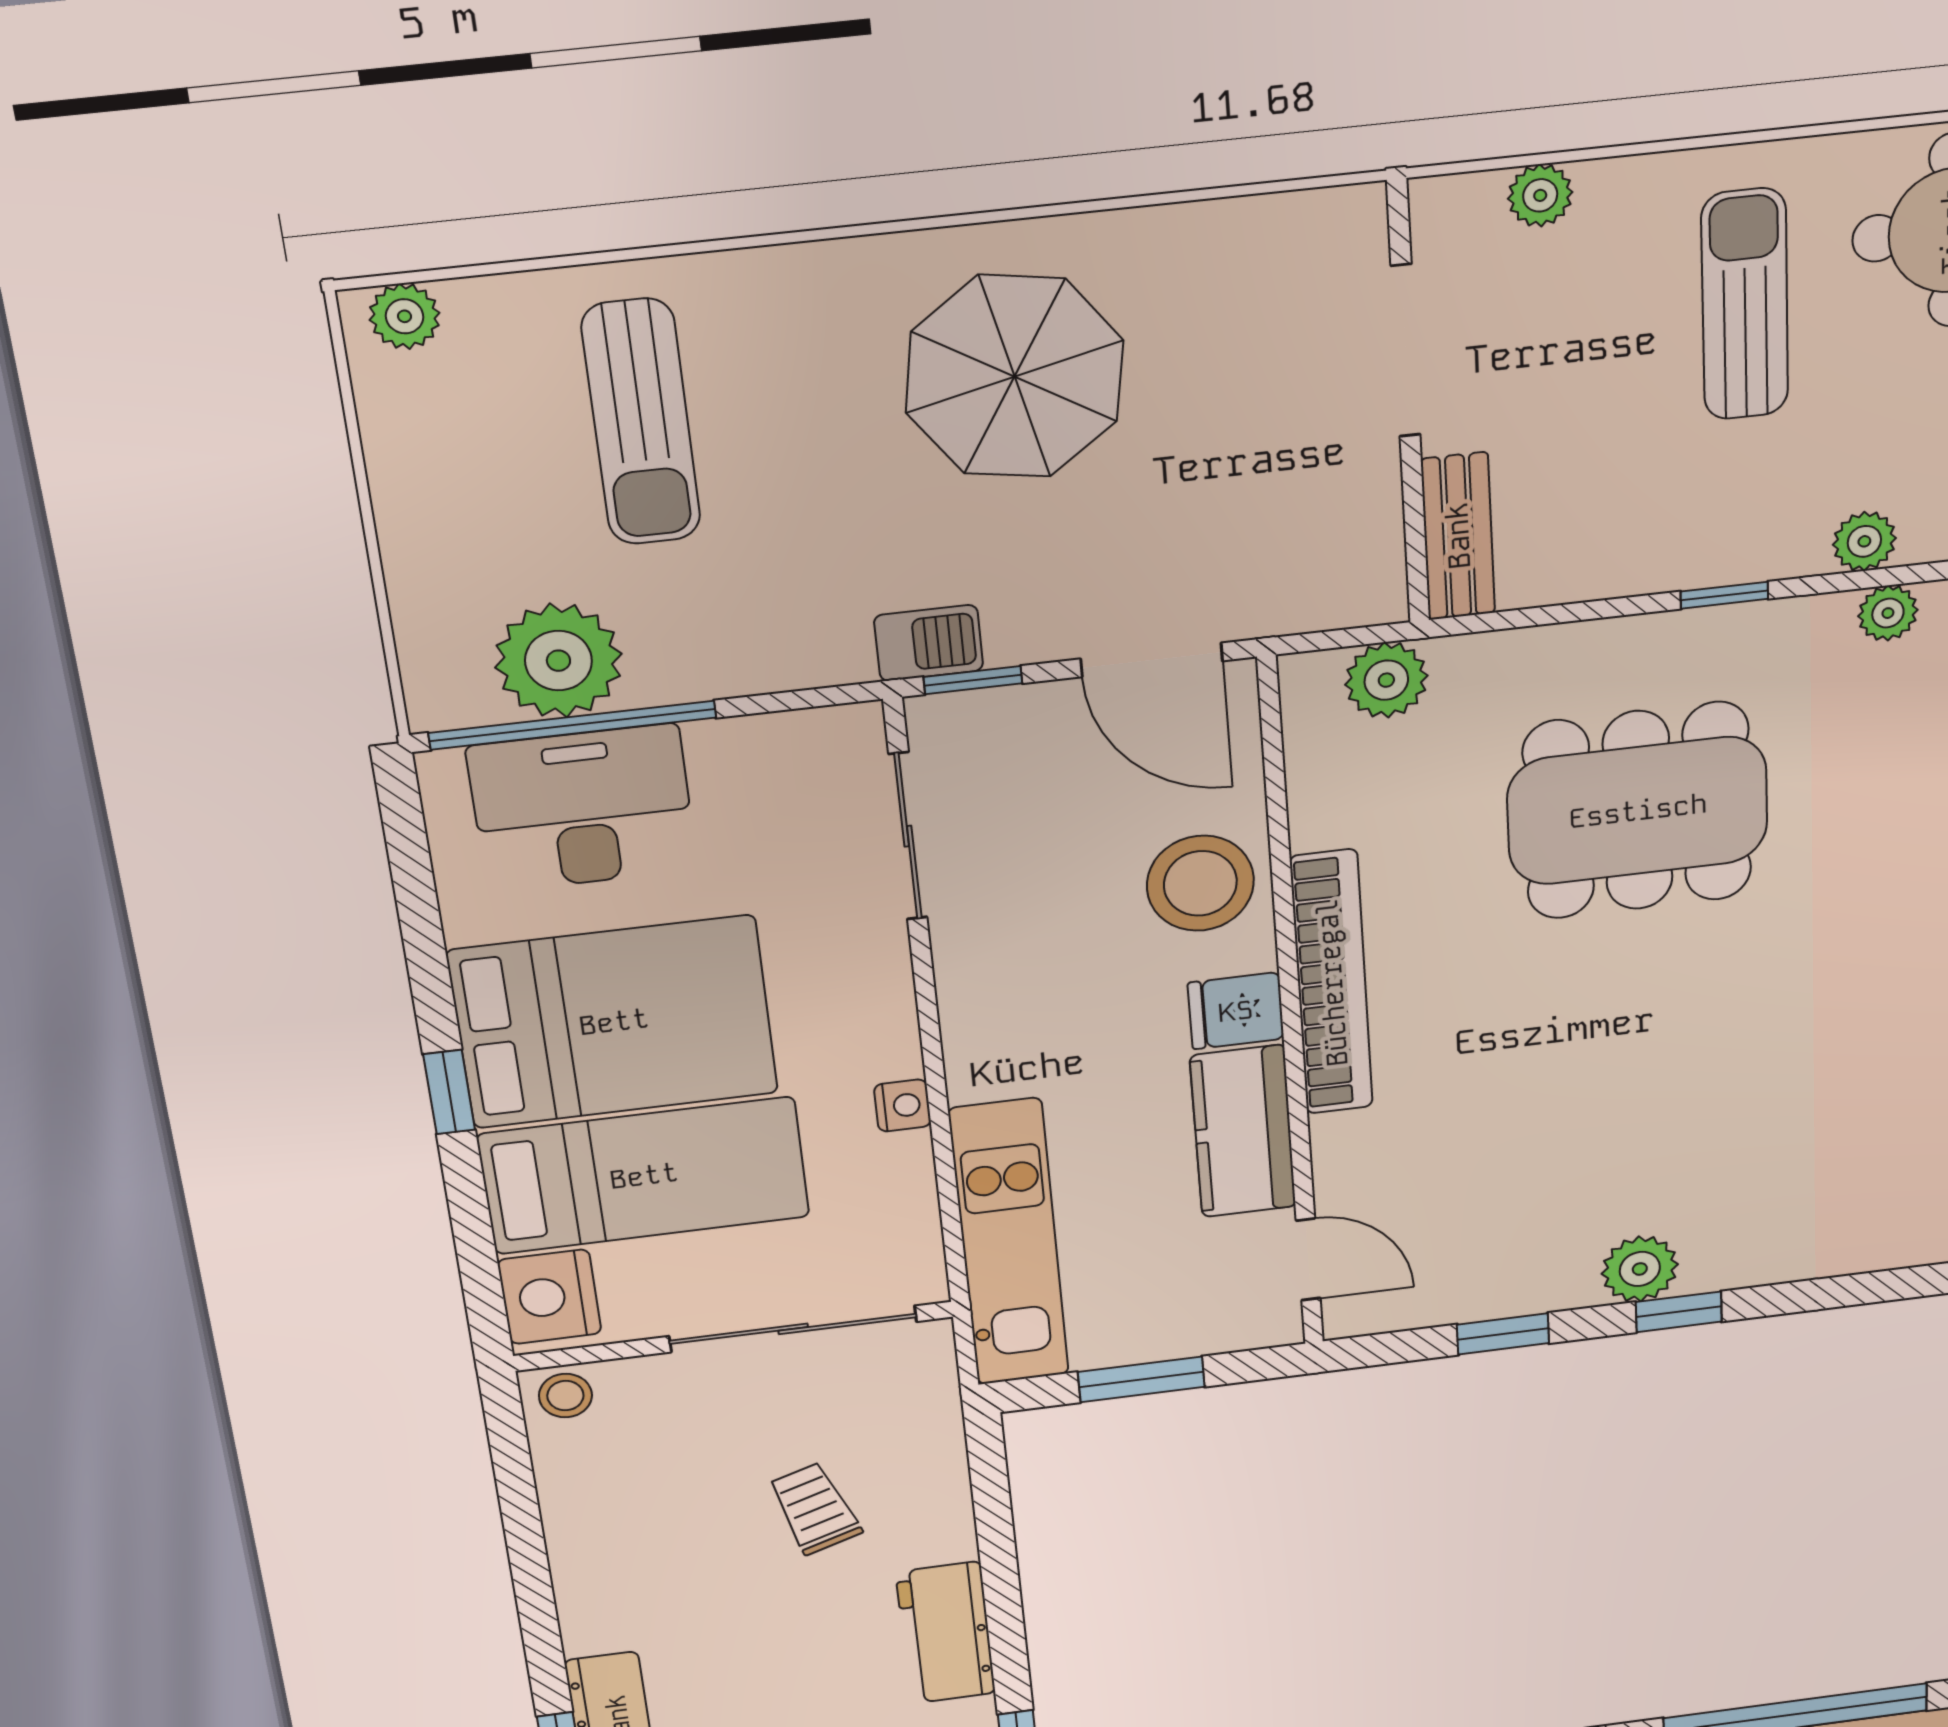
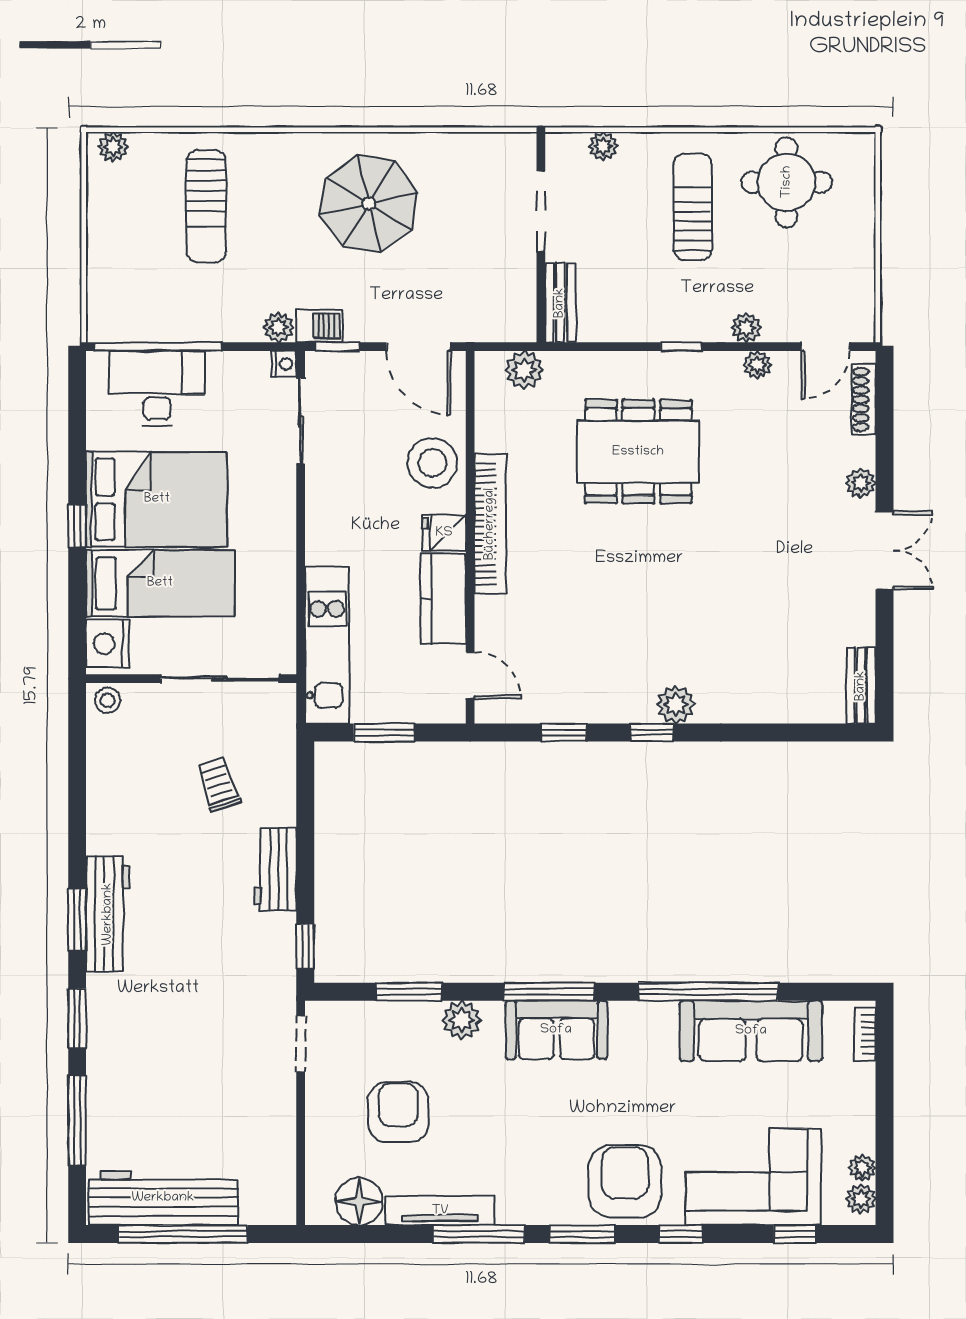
plant: (558, 661) -> (279, 327), moved, width x0.53, depth x0.53
nightstand: (903, 1105) -> (284, 364), moved
plant: (1640, 1269) -> (676, 705), moved

